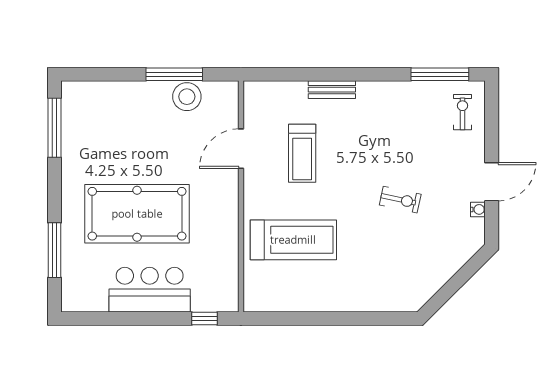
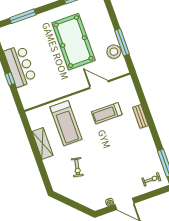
exercise bike: (400, 200) -> (77, 167), moved
pool table: (137, 214) -> (74, 42), moved
shelving: (317, 300) -> (42, 143), added
window: (204, 319) -> (10, 79), moved

